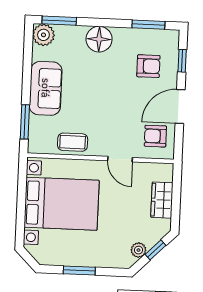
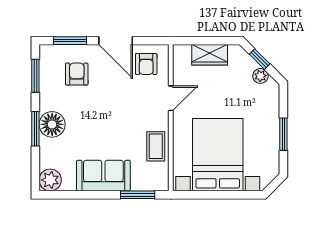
window: (59, 21) -> (35, 129), moved
window: (182, 61) -> (70, 41), width x1.50

